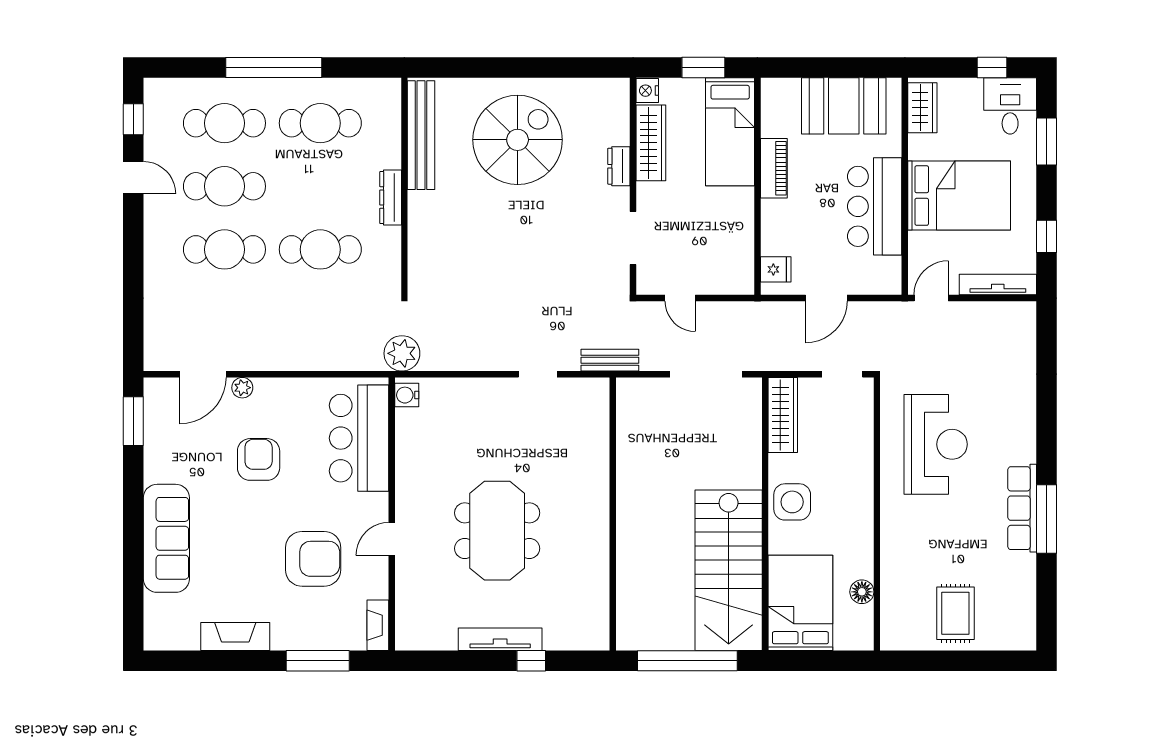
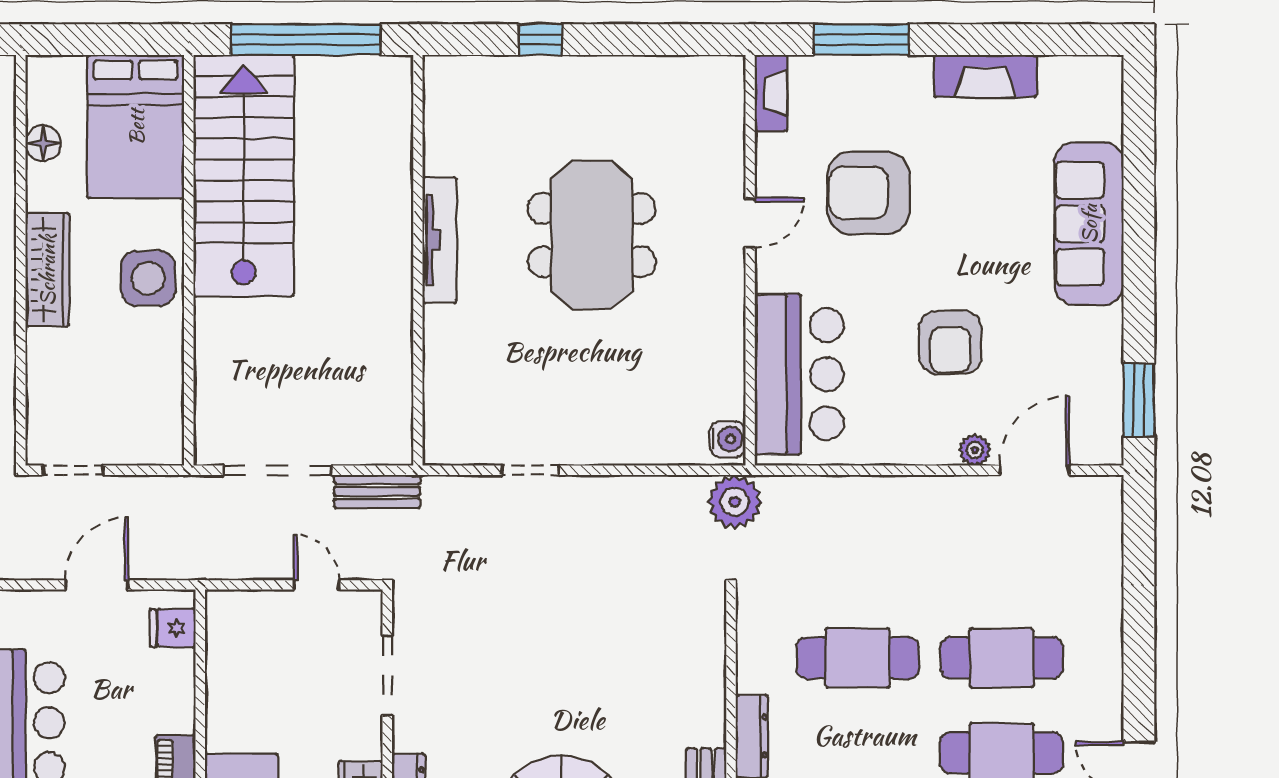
bench: (610, 360) -> (377, 491), moved
wardrobe: (783, 415) -> (47, 270), moved, turned 180
tv unit: (500, 639) -> (439, 240), moved, turned -90

